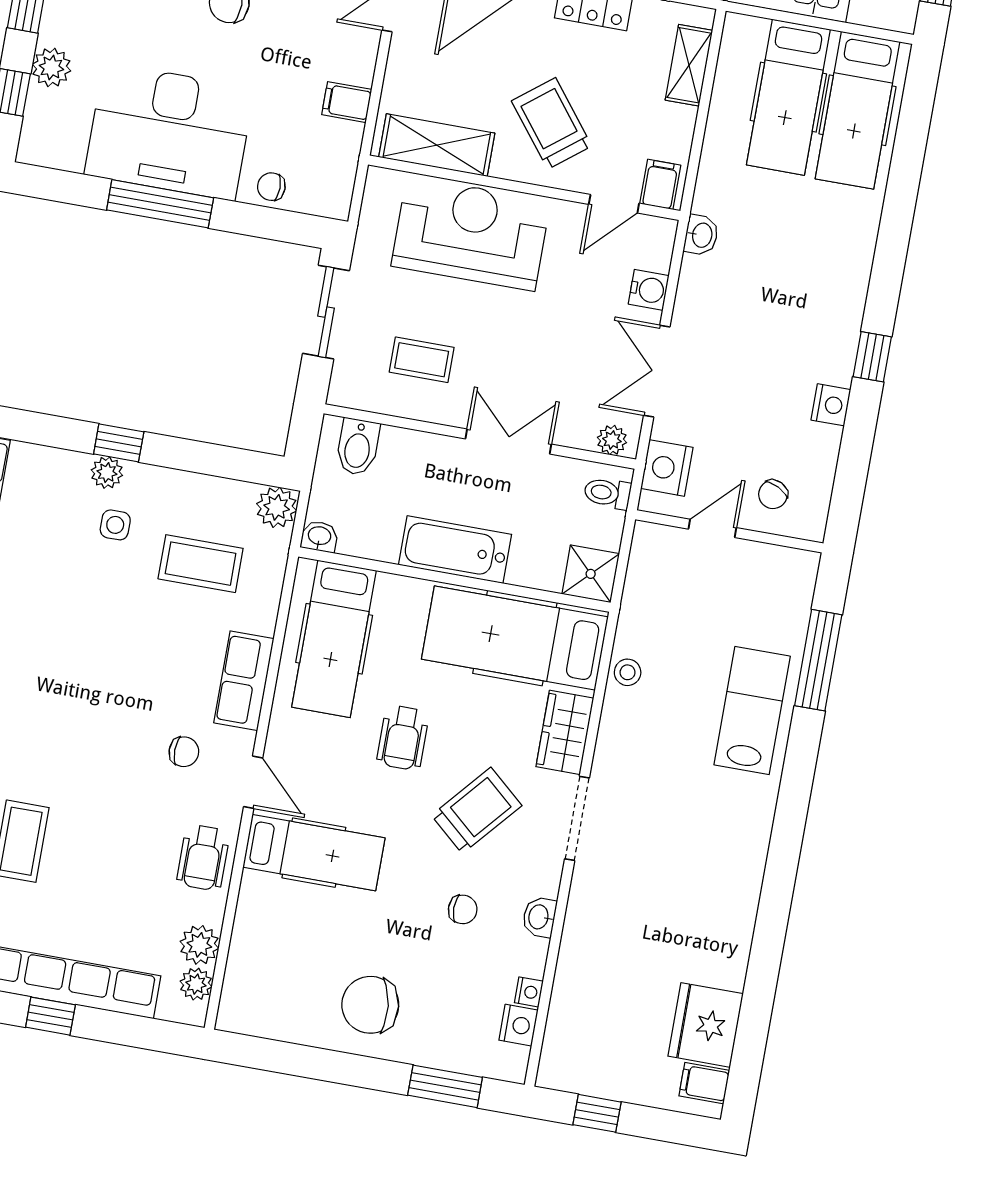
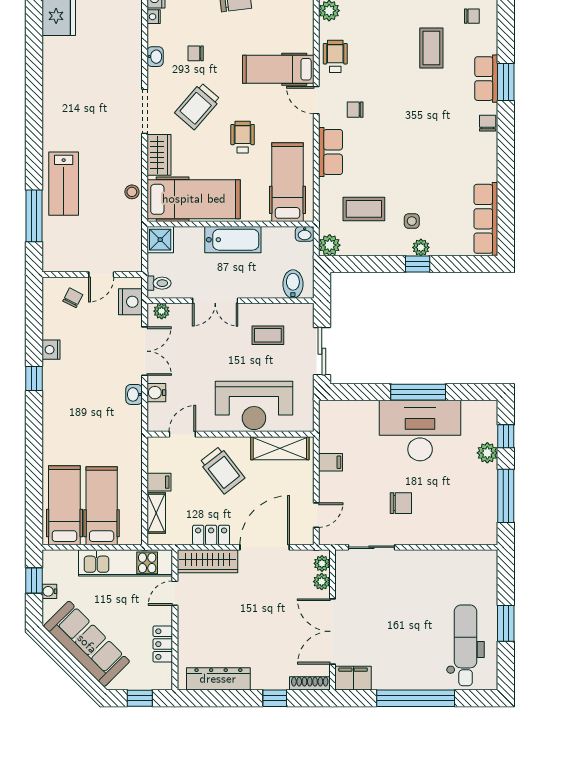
filing cabinet: (660, 184) -> (159, 482), moved, turned -90
chair: (271, 187) -> (362, 411), removed
washbasin: (701, 235) -> (134, 394), moved

